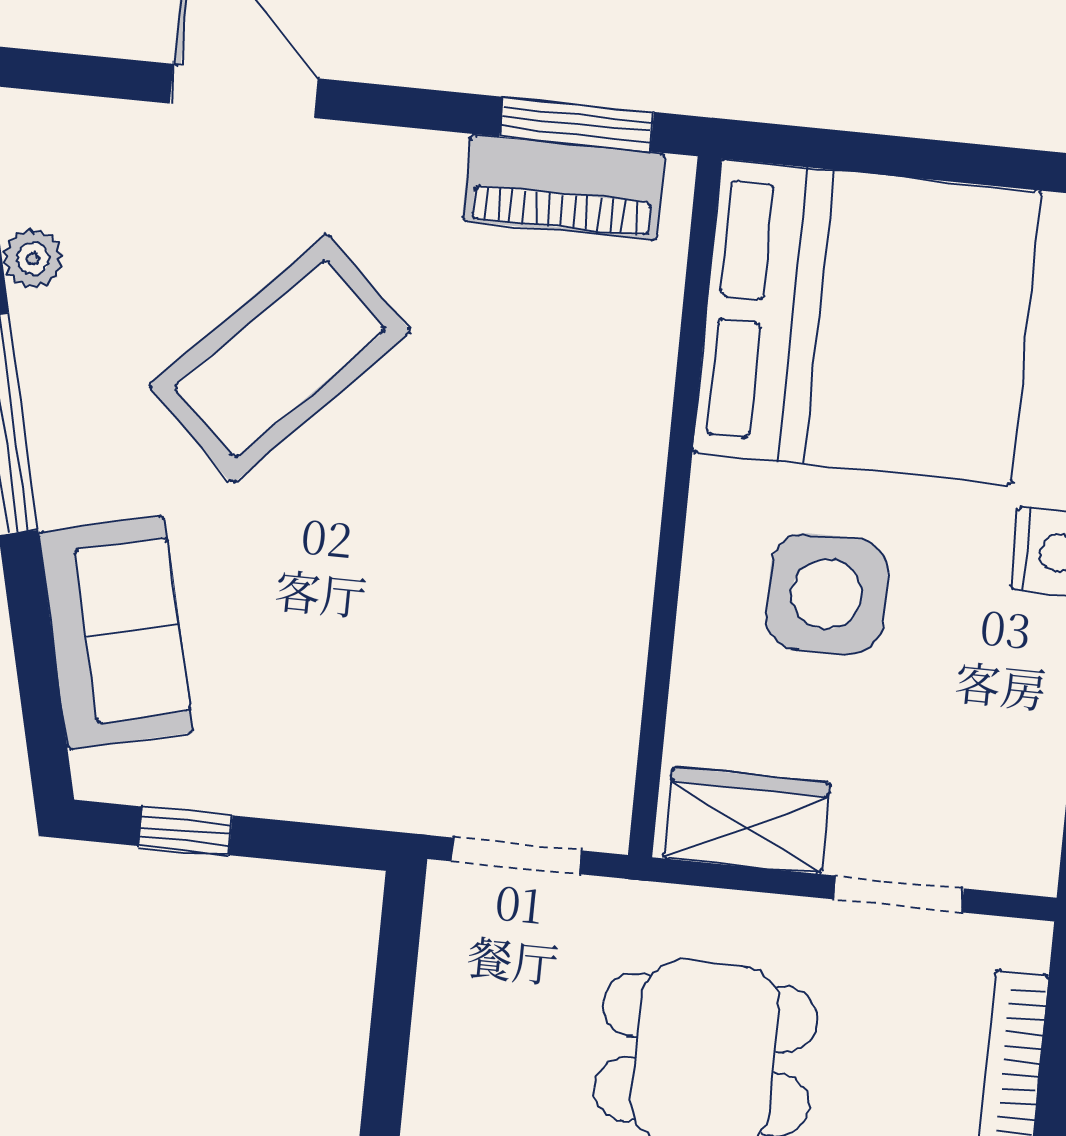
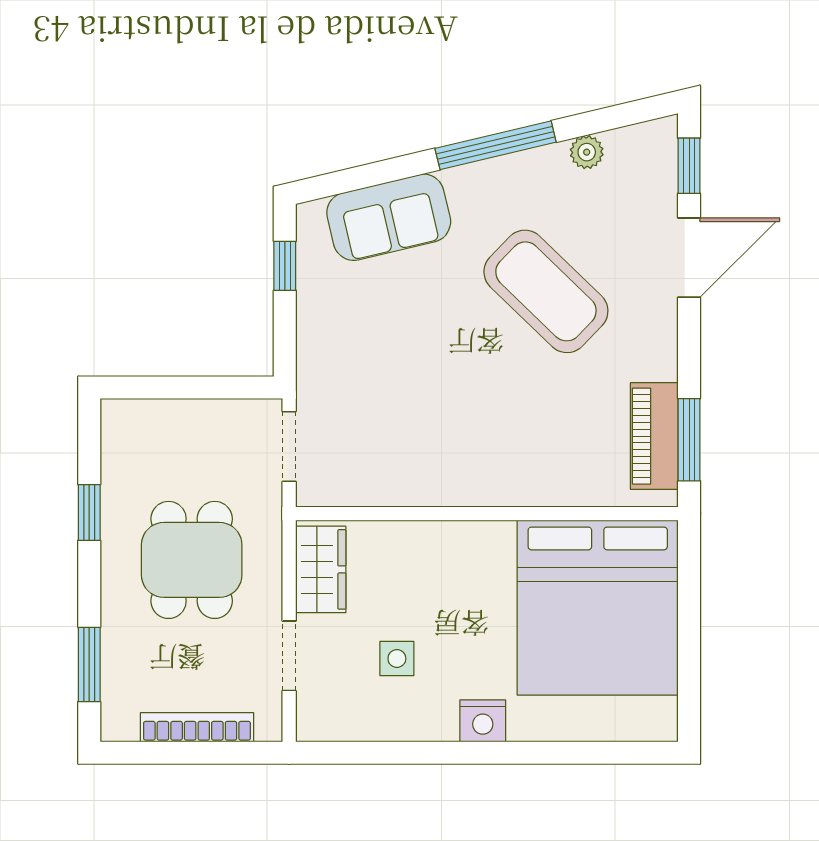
window: (76, 74) -> (689, 166), added
side table: (827, 594) -> (397, 659), moved, width x0.54, depth x0.54

